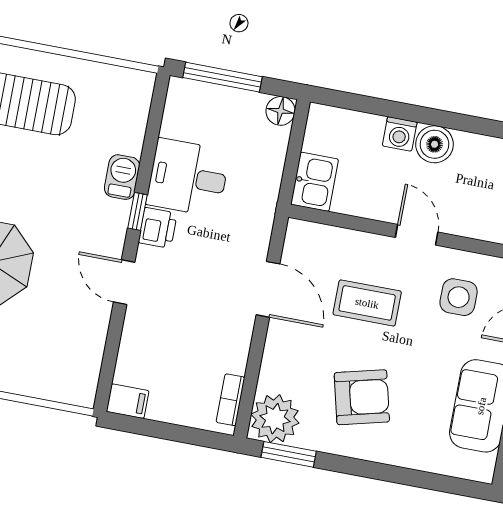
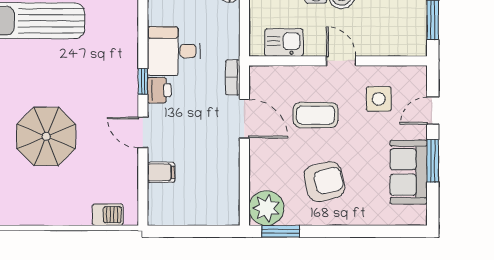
barbecue: (122, 177) -> (108, 215), moved, turned 90
kitchen sink: (315, 182) -> (284, 43), moved, turned -90
bookcase: (231, 400) -> (233, 77), moved
filing cabinet: (128, 401) -> (161, 172), moved

